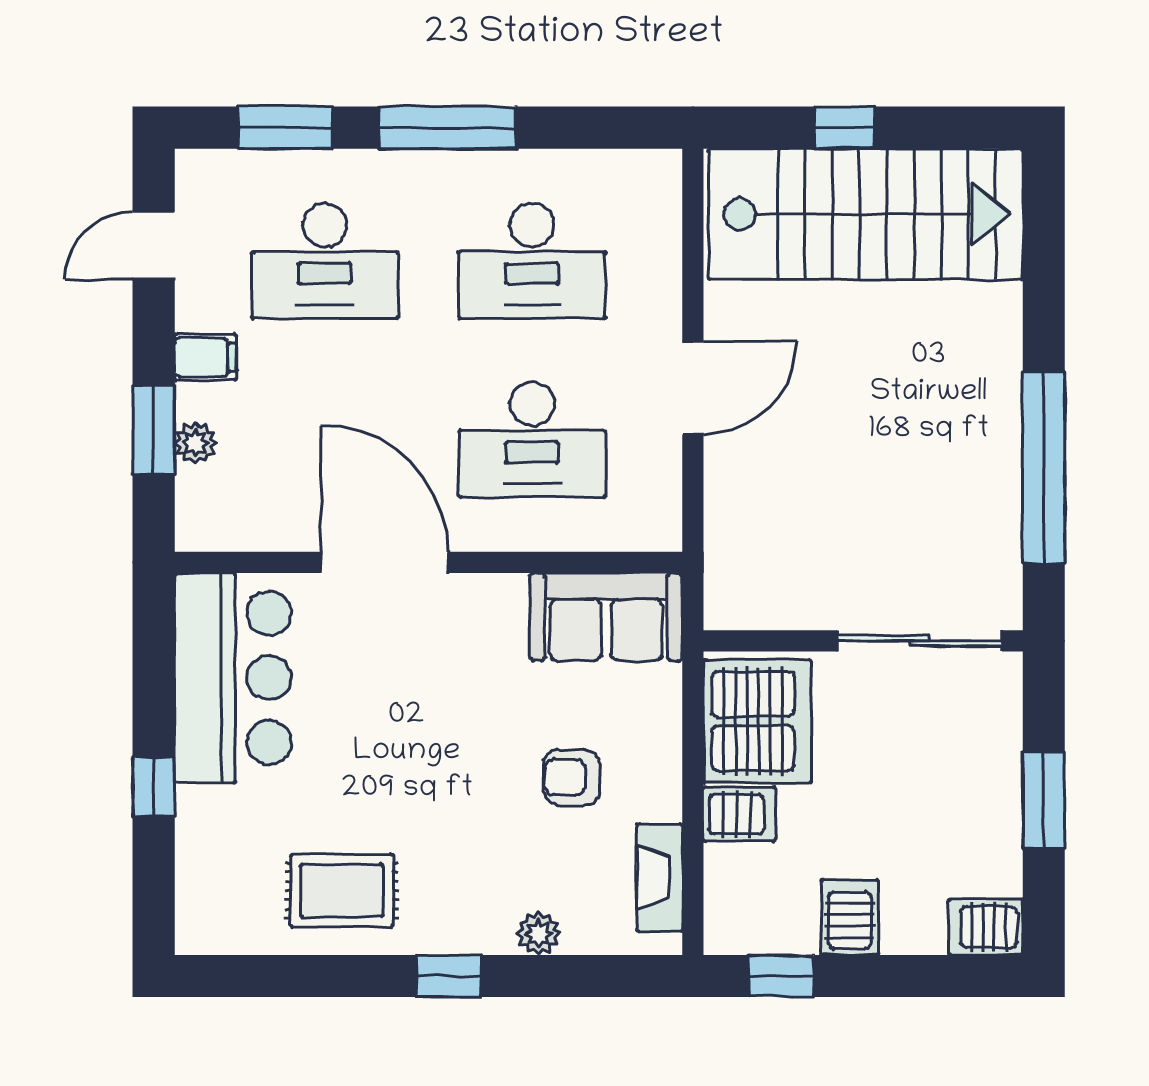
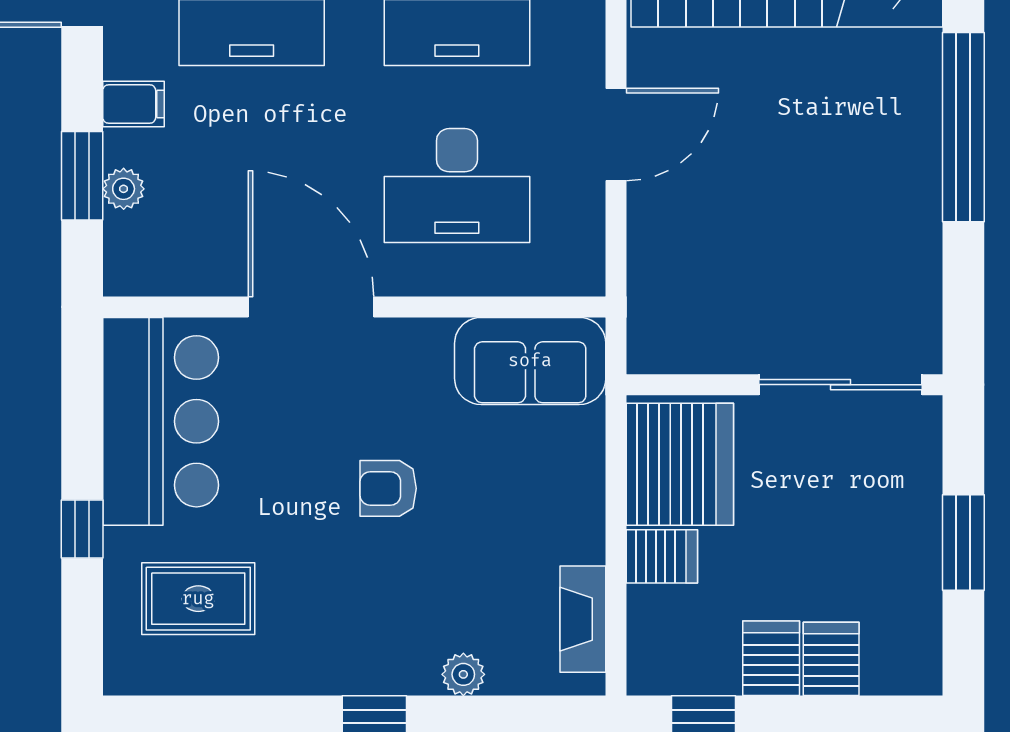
window: (1044, 468) -> (963, 127), moved
armchair: (572, 777) -> (388, 488), moved
rug: (342, 890) -> (198, 599), moved
server rack: (986, 927) -> (831, 659), moved, turned 90

